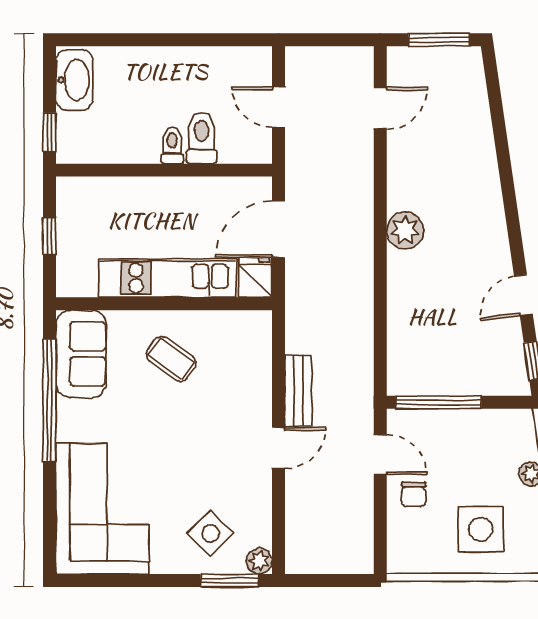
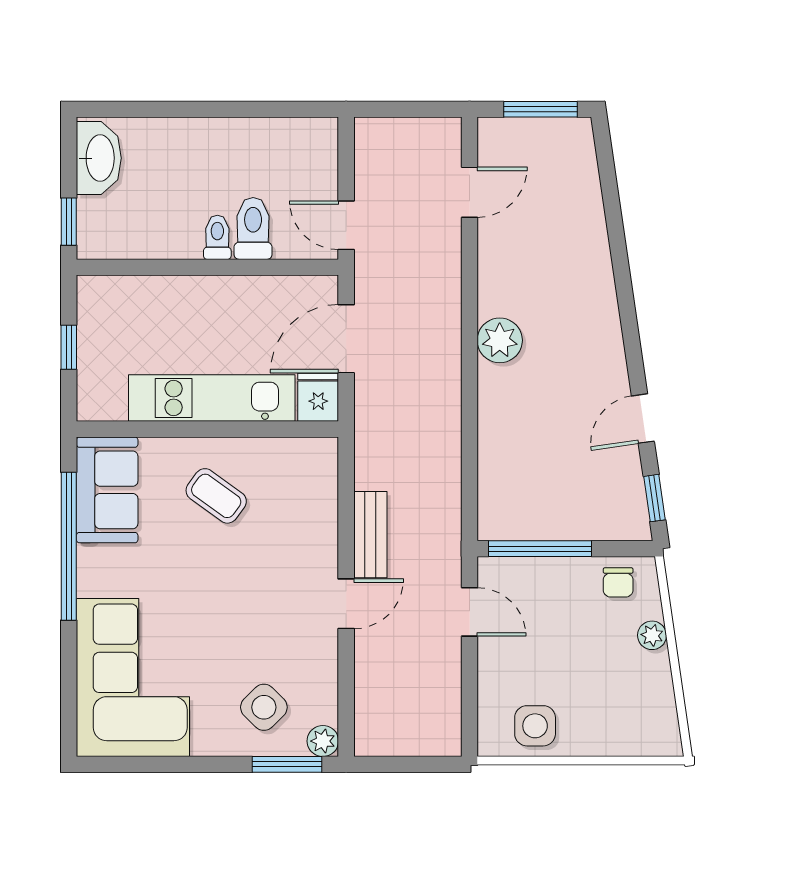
door: (278, 107) -> (346, 225), moved
chair: (414, 494) -> (618, 582), moved
side table: (481, 529) -> (535, 726), moved, width x0.73, depth x0.73

